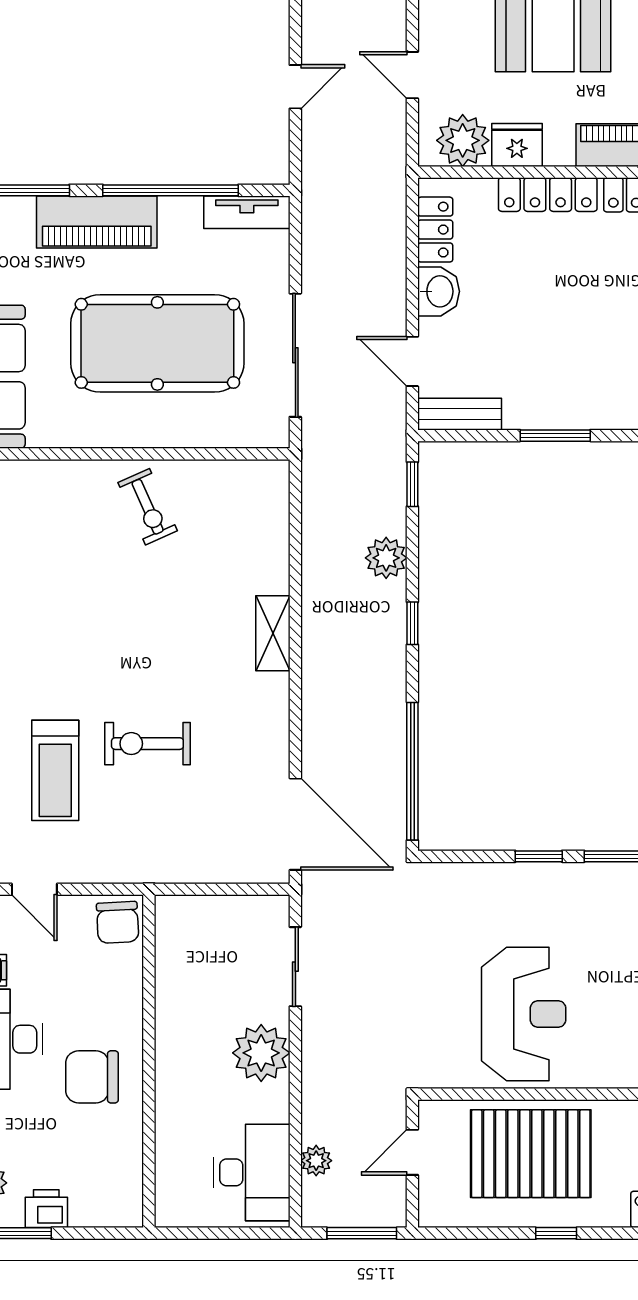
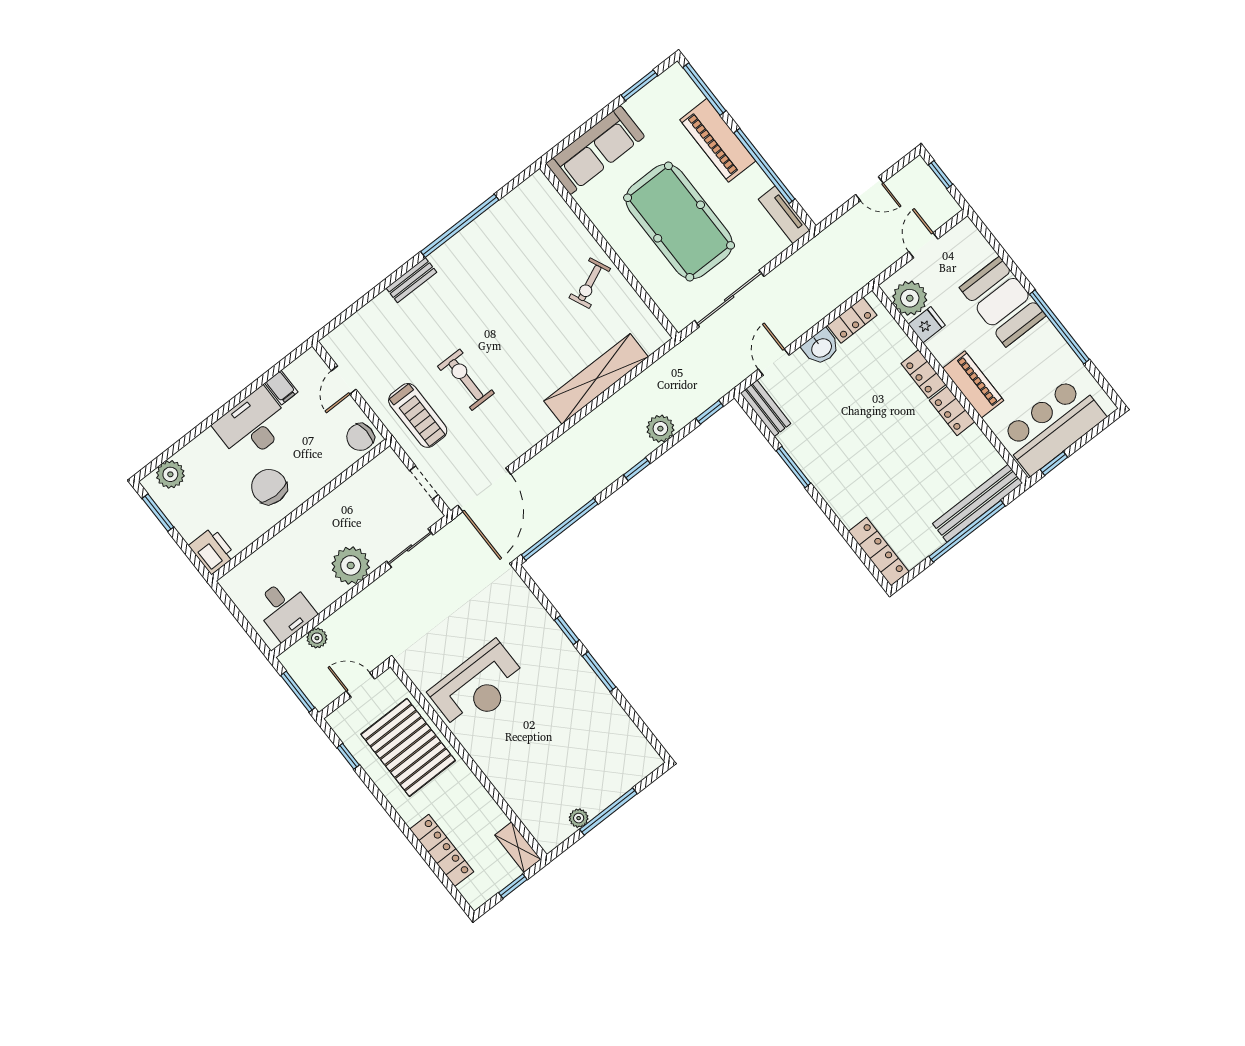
fridge: (517, 145) -> (927, 325), width x0.72
locker: (548, 195) -> (923, 374), width x0.66
shelving: (273, 633) -> (596, 379), width x2.20, depth x1.33
treadmill: (55, 770) -> (418, 415), moved, turned -90
doorway: (231, 889) -> (424, 483), added
desk: (252, 1172) -> (284, 609), width x0.73
printer: (46, 1209) -> (212, 551), moved, width x1.36, depth x1.24
window: (556, 1233) -> (348, 756), moved

